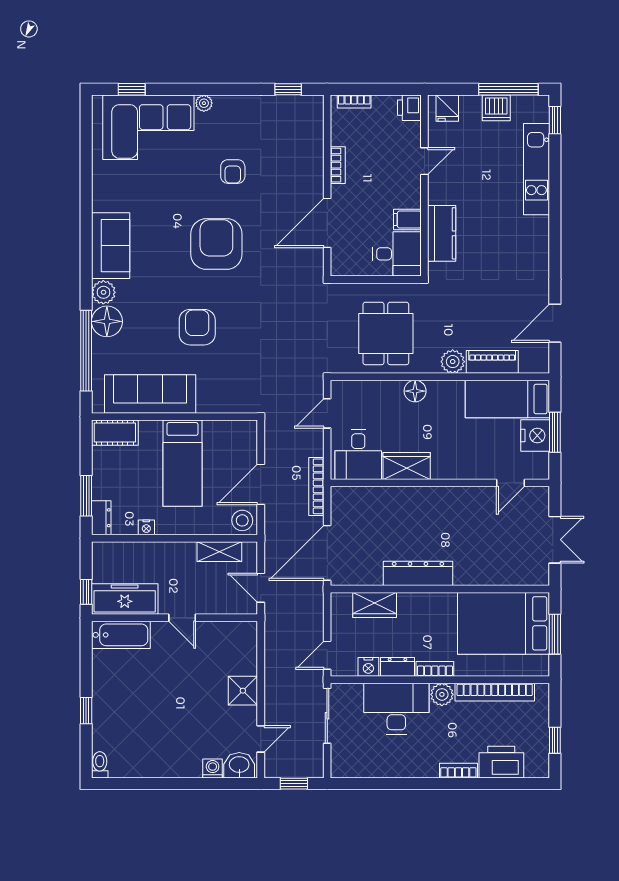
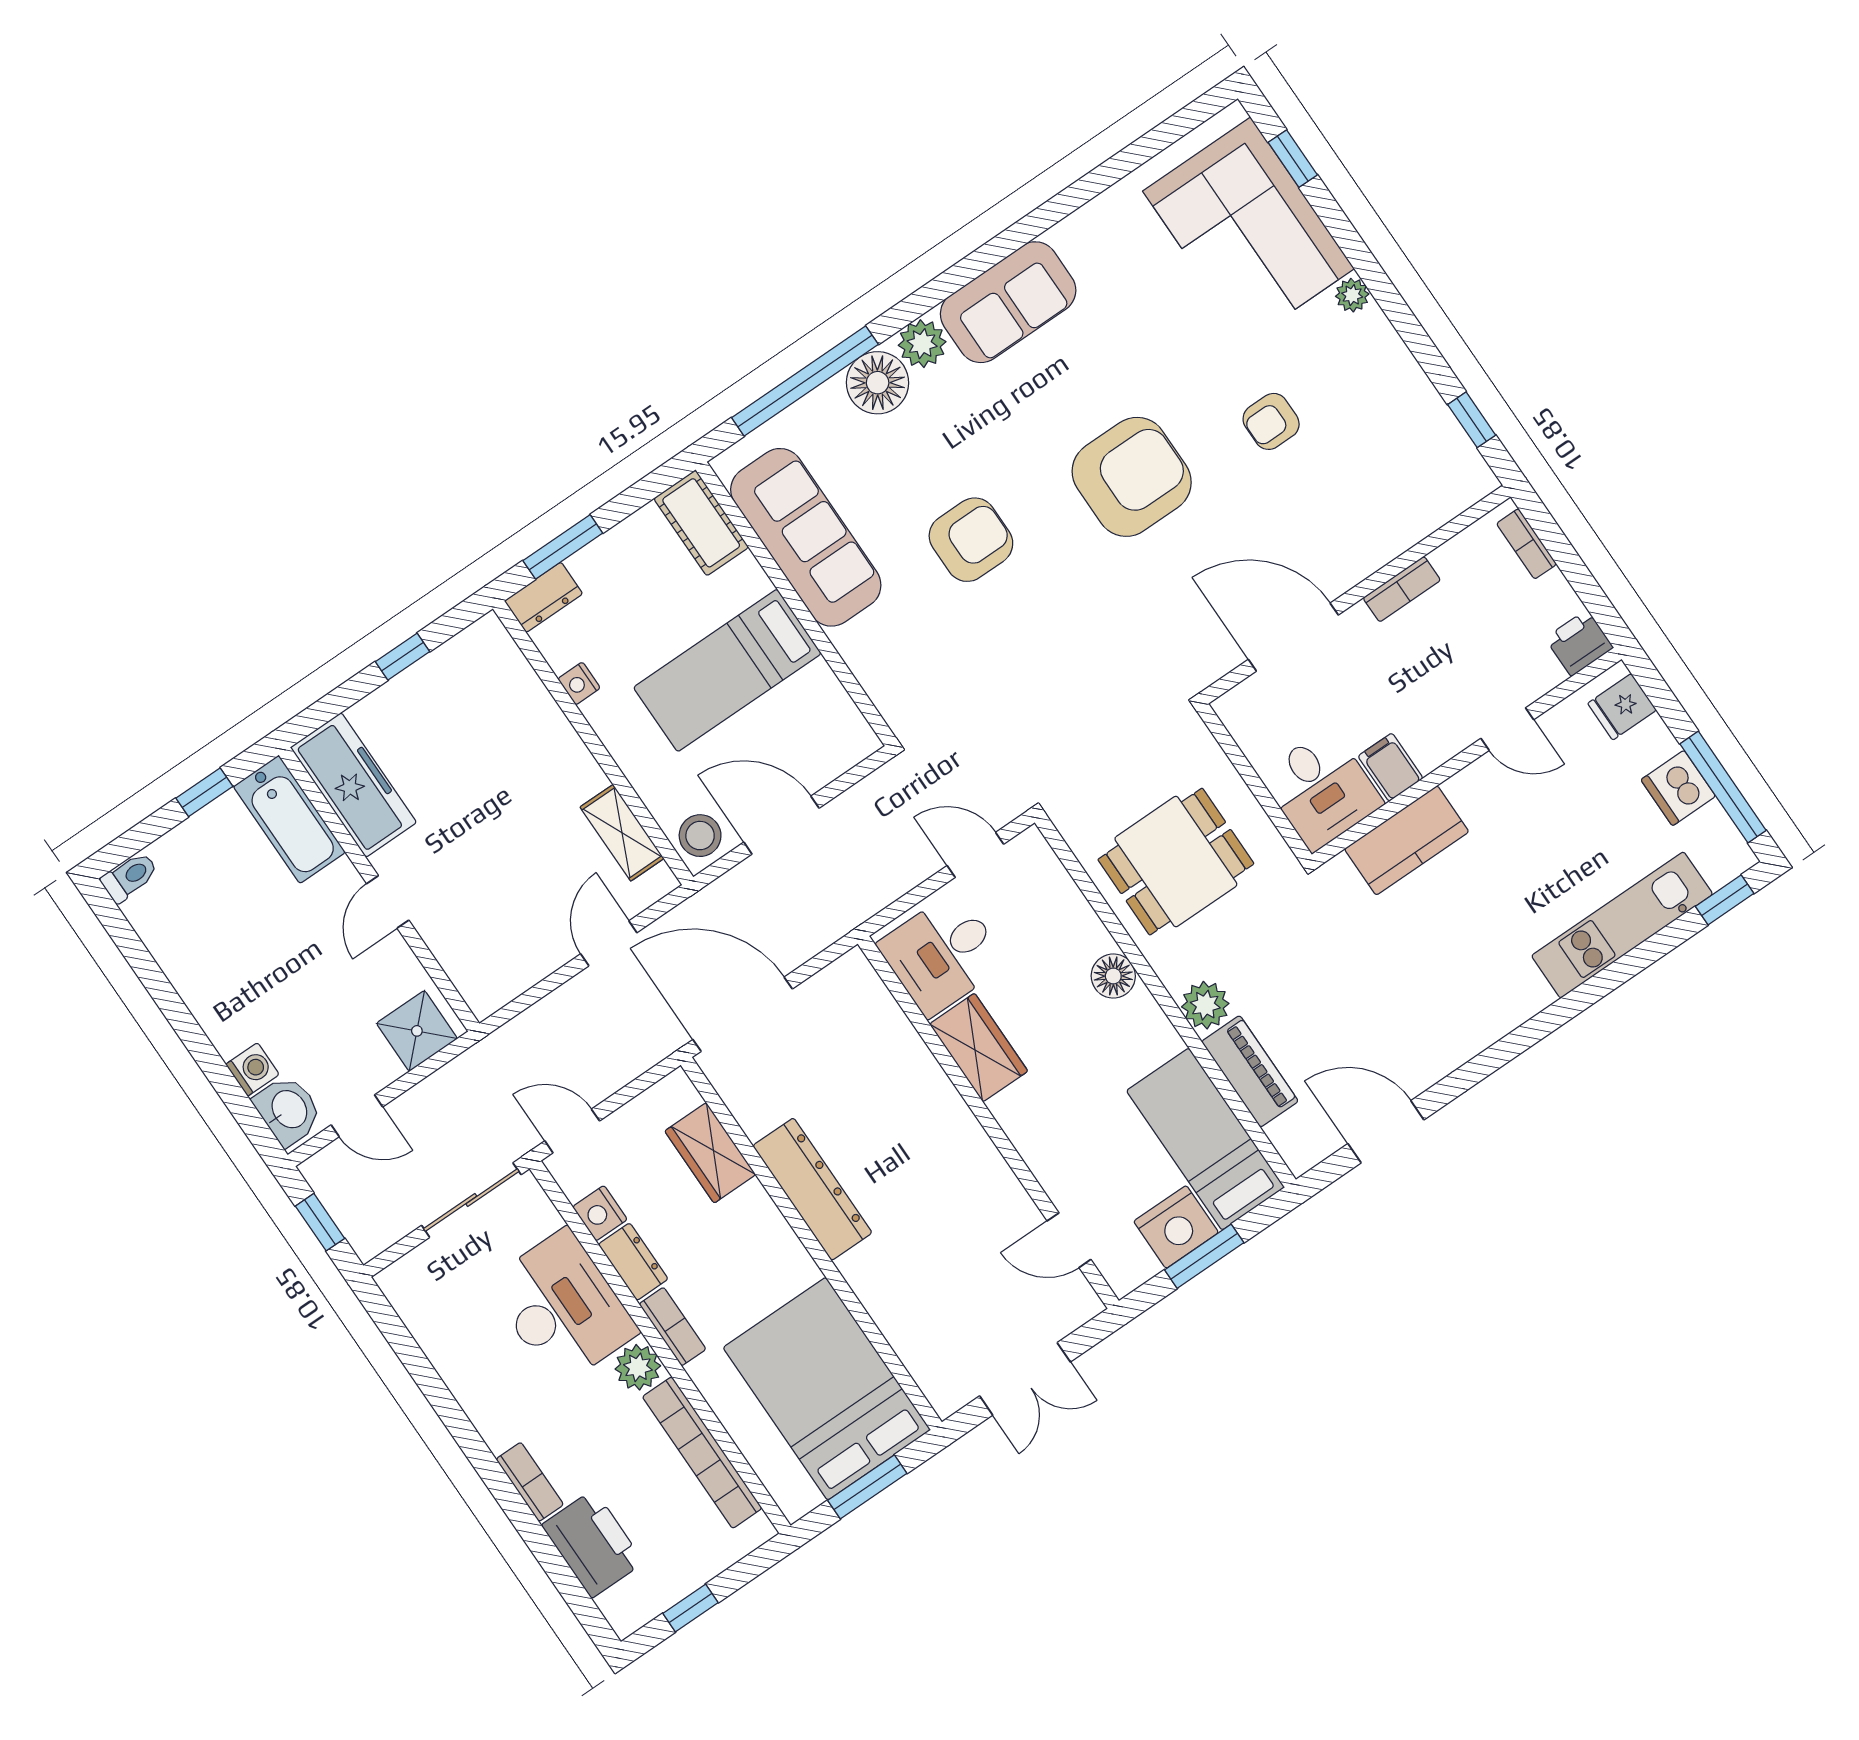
bookcase: (316, 486) -> (841, 920), removed
freezer: (125, 599) -> (353, 785), moved
wall: (174, 618) -> (379, 889), moved
door: (182, 618) -> (388, 902), moved
bathtub: (121, 635) -> (289, 819), moved

